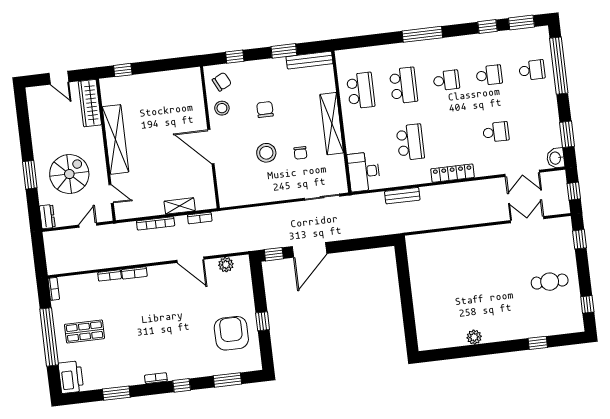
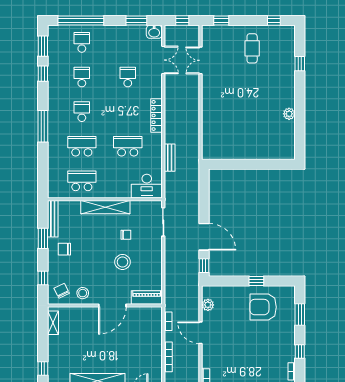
chair: (265, 110) -> (64, 249), moved
piano: (226, 188) -> (147, 297), added
shelving: (180, 206) -> (53, 323), moved
door: (190, 260) -> (201, 333), swing flipped

